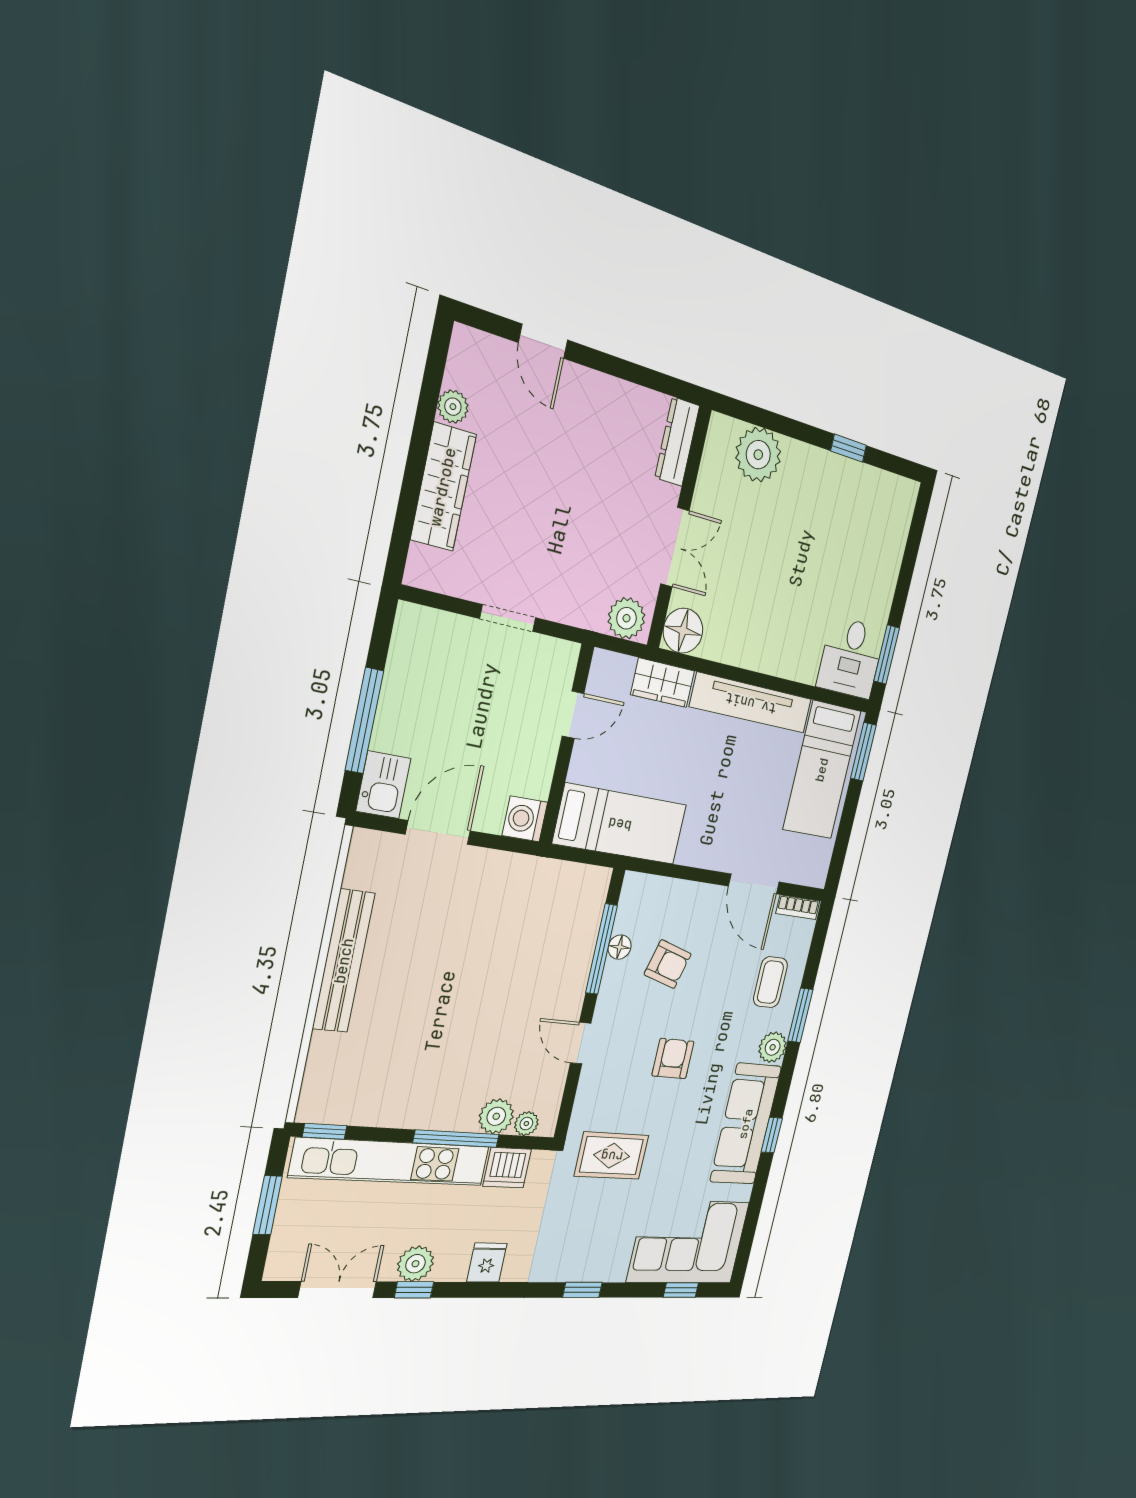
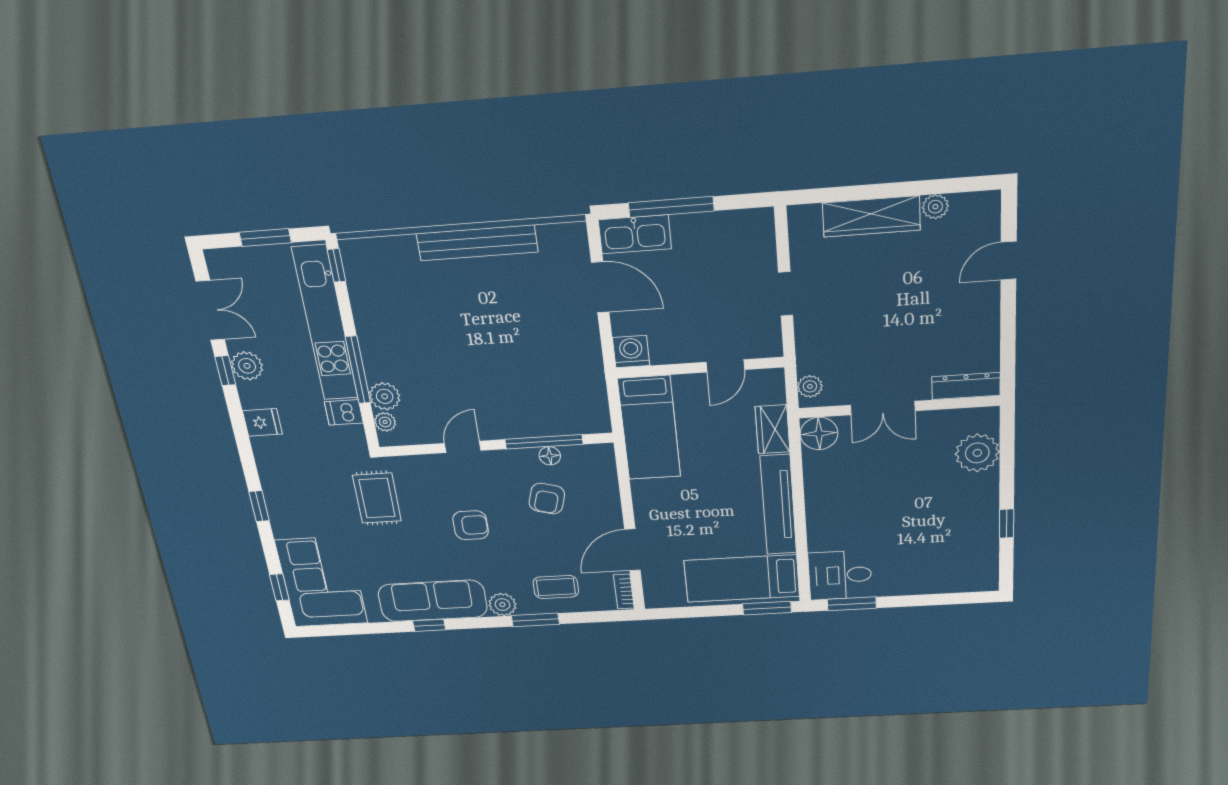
plant: (626, 618) -> (810, 386), width x0.73, depth x0.73
door: (573, 715) -> (725, 366), hinge flipped
kitchen sink: (383, 785) -> (635, 234), width x1.38
dishwasher: (507, 1168) -> (344, 412), width x0.73

